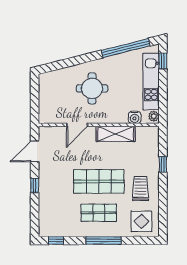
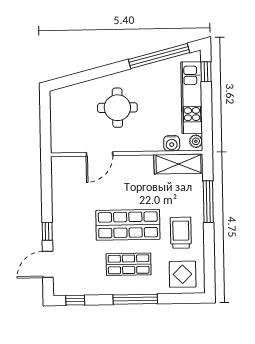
shelving: (116, 134) -> (179, 164), moved
door: (35, 151) -> (48, 264), moved
window: (163, 164) -> (208, 202), width x2.17

